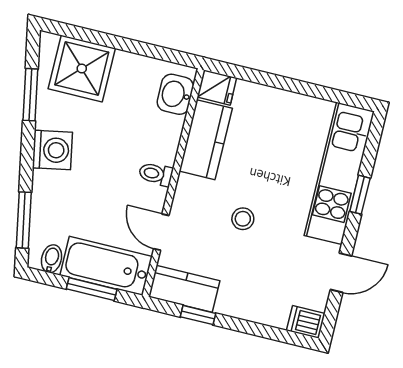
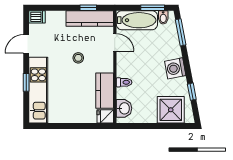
window: (30, 95) -> (192, 92), width x0.67
toilet: (156, 174) -> (124, 82), moved
window: (92, 289) -> (153, 8), moved
kitchen counter: (184, 289) -> (90, 18), width x1.50

